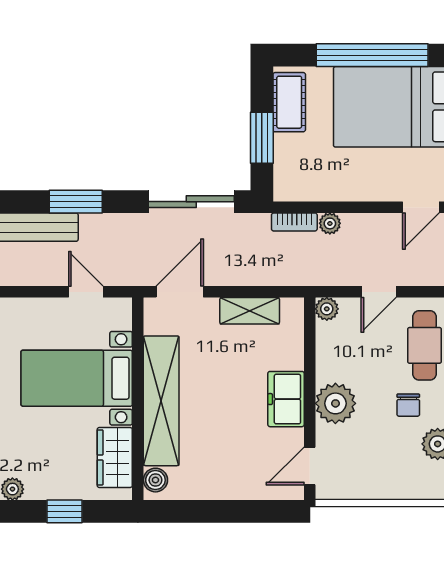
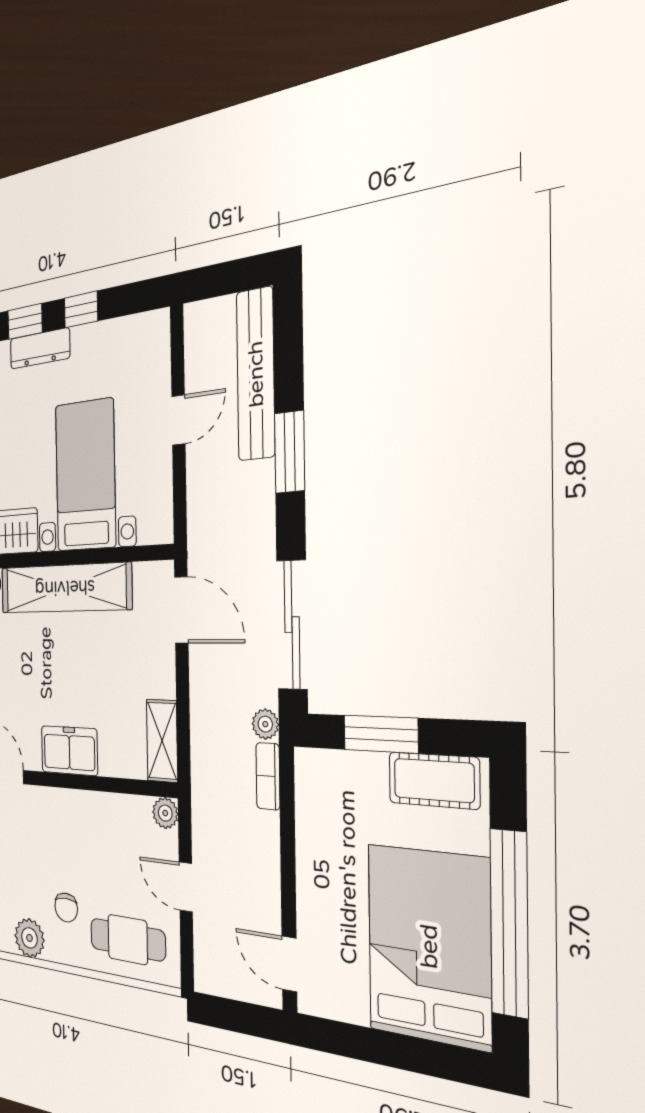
plant: (330, 223) -> (265, 724), moved
door: (86, 292) -> (178, 420), moved
shelving: (250, 311) -> (162, 741), moved
plant: (335, 403) -> (66, 814), removed
chair: (408, 405) -> (66, 907), turned -90

